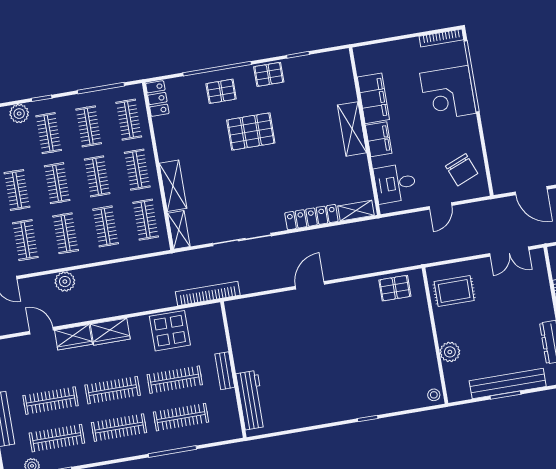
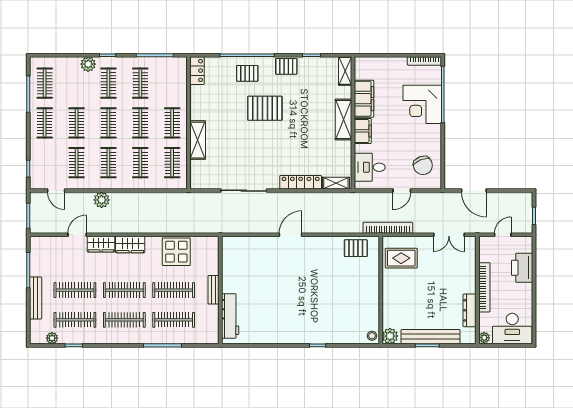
clothes rail: (129, 120) -> (172, 83), removed
shelving: (179, 230) -> (345, 71), moved
bookcase: (208, 293) -> (388, 228), moved
door: (41, 331) -> (77, 235), hinge flipped
plant: (450, 352) -> (390, 336), moved

